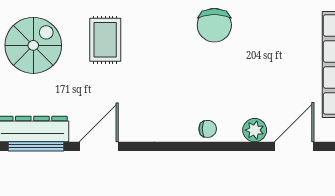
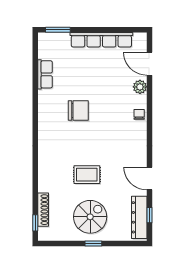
spiral stairs: (33, 45) -> (90, 217), turned 90
window: (36, 146) -> (149, 215), width x0.46

